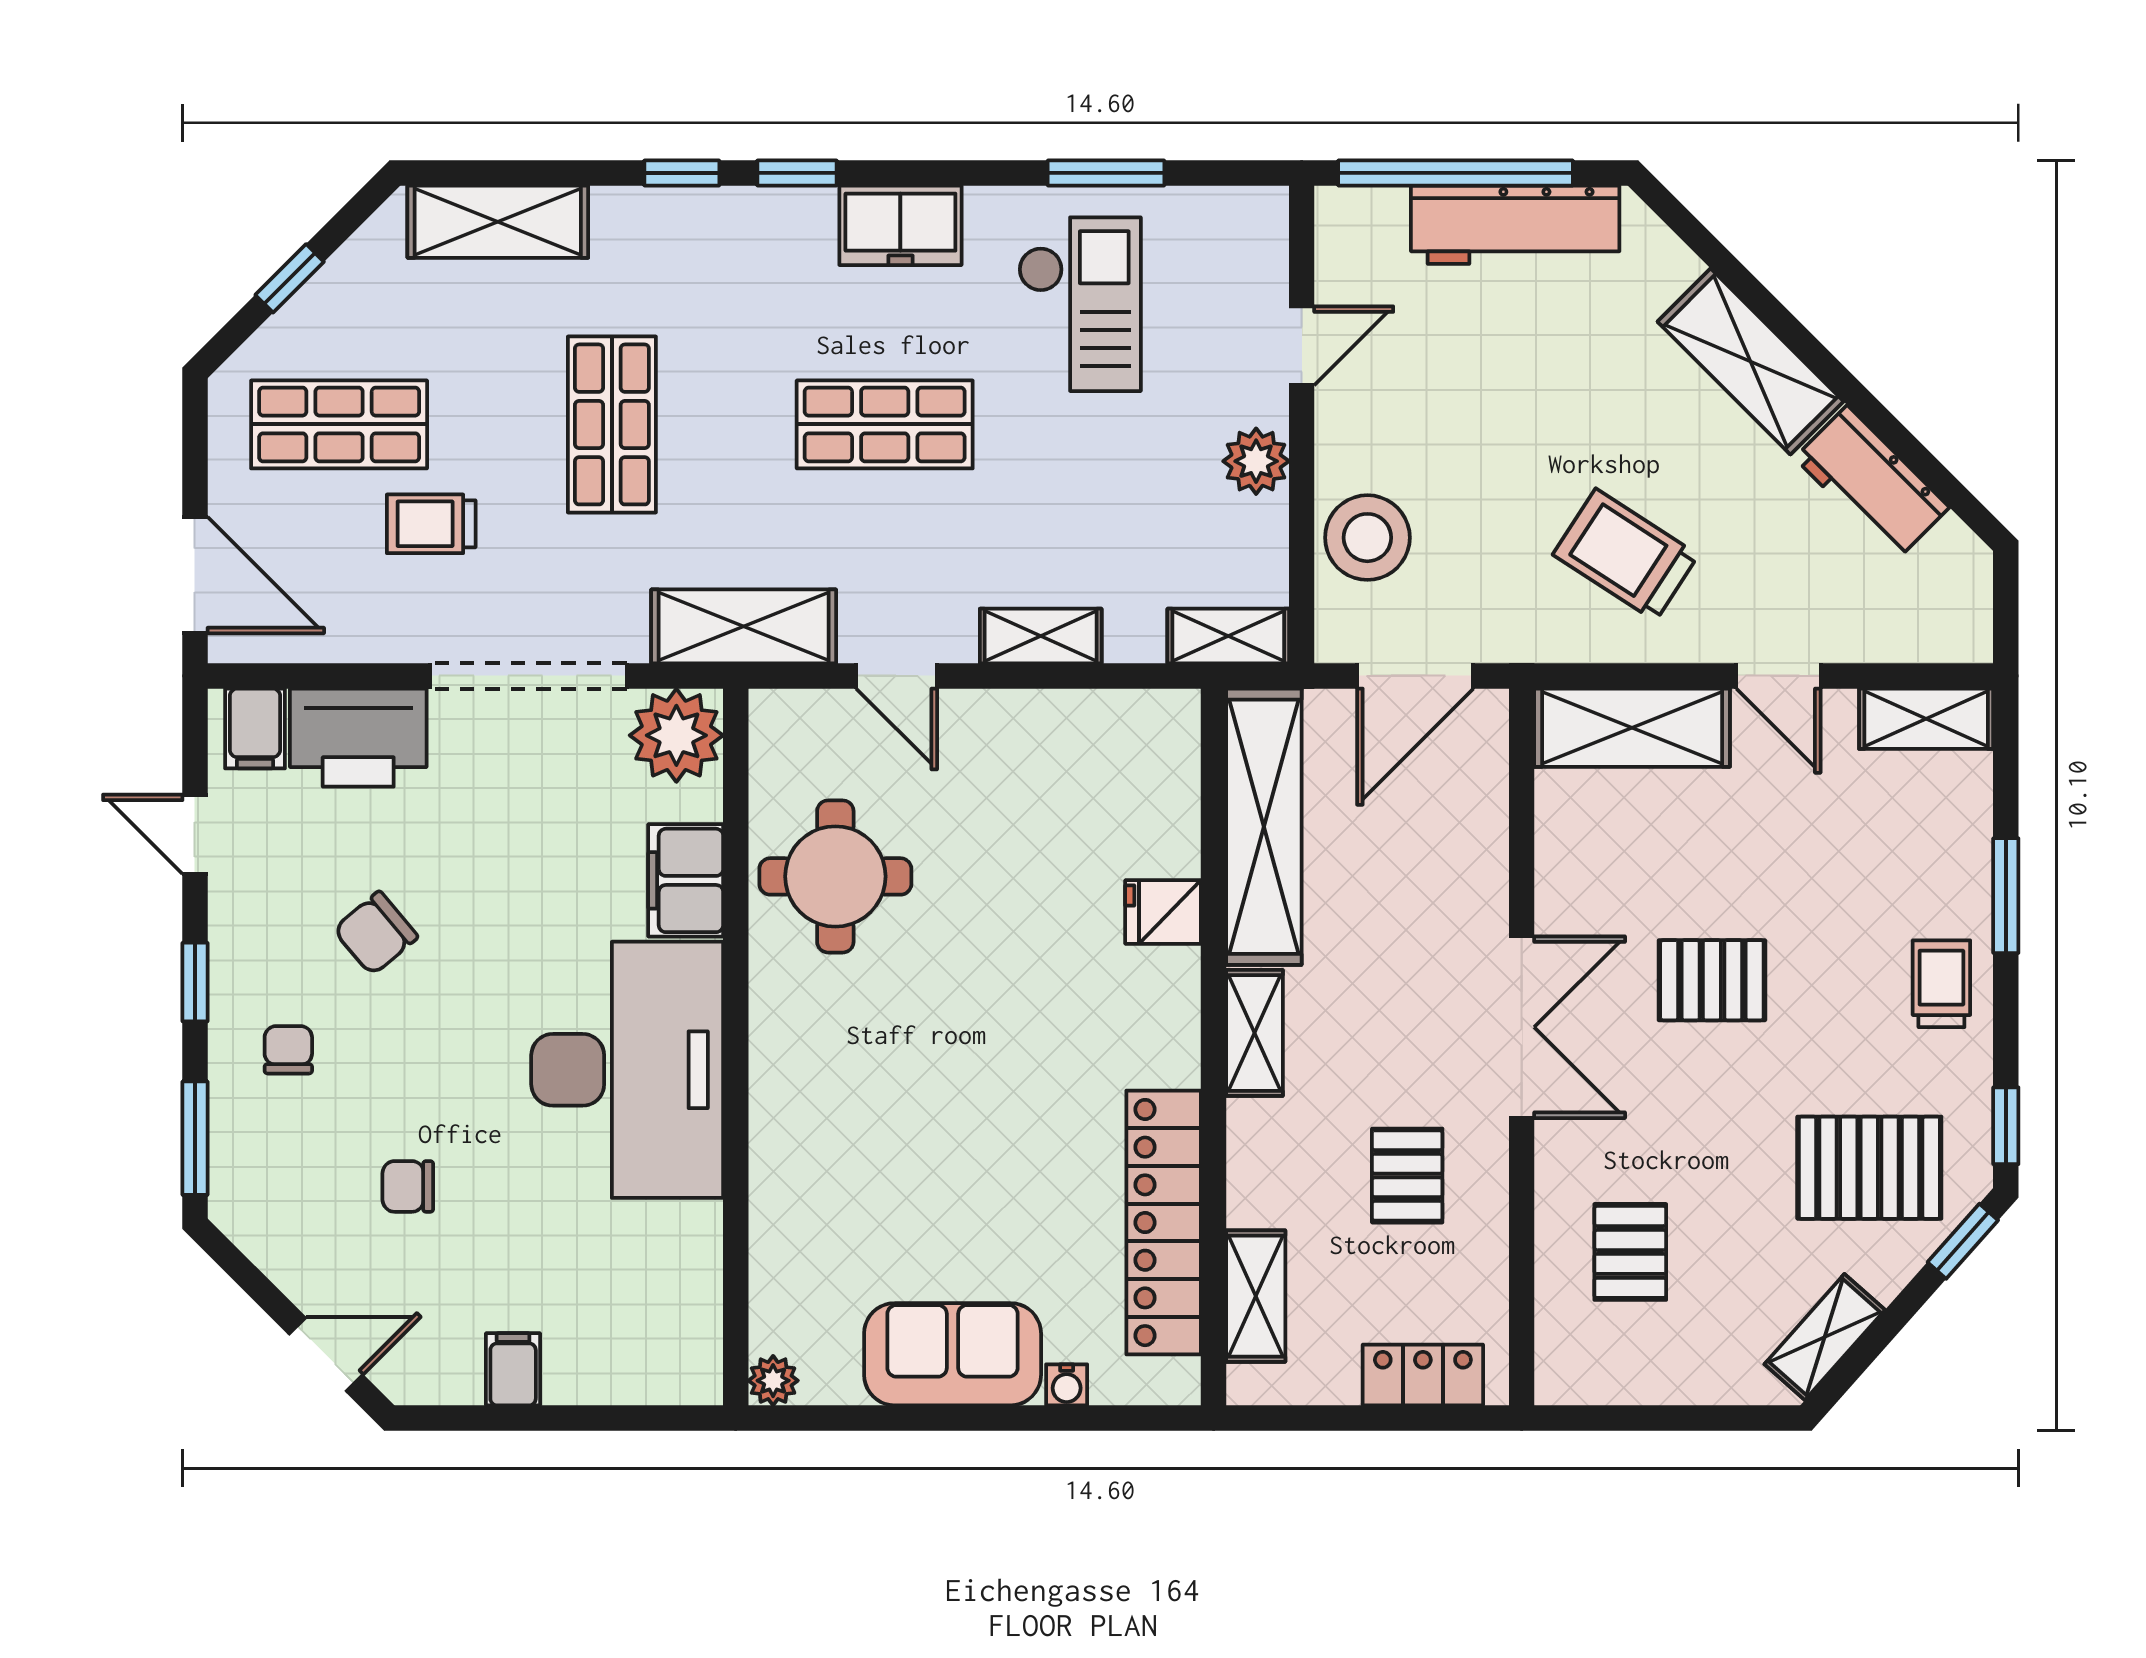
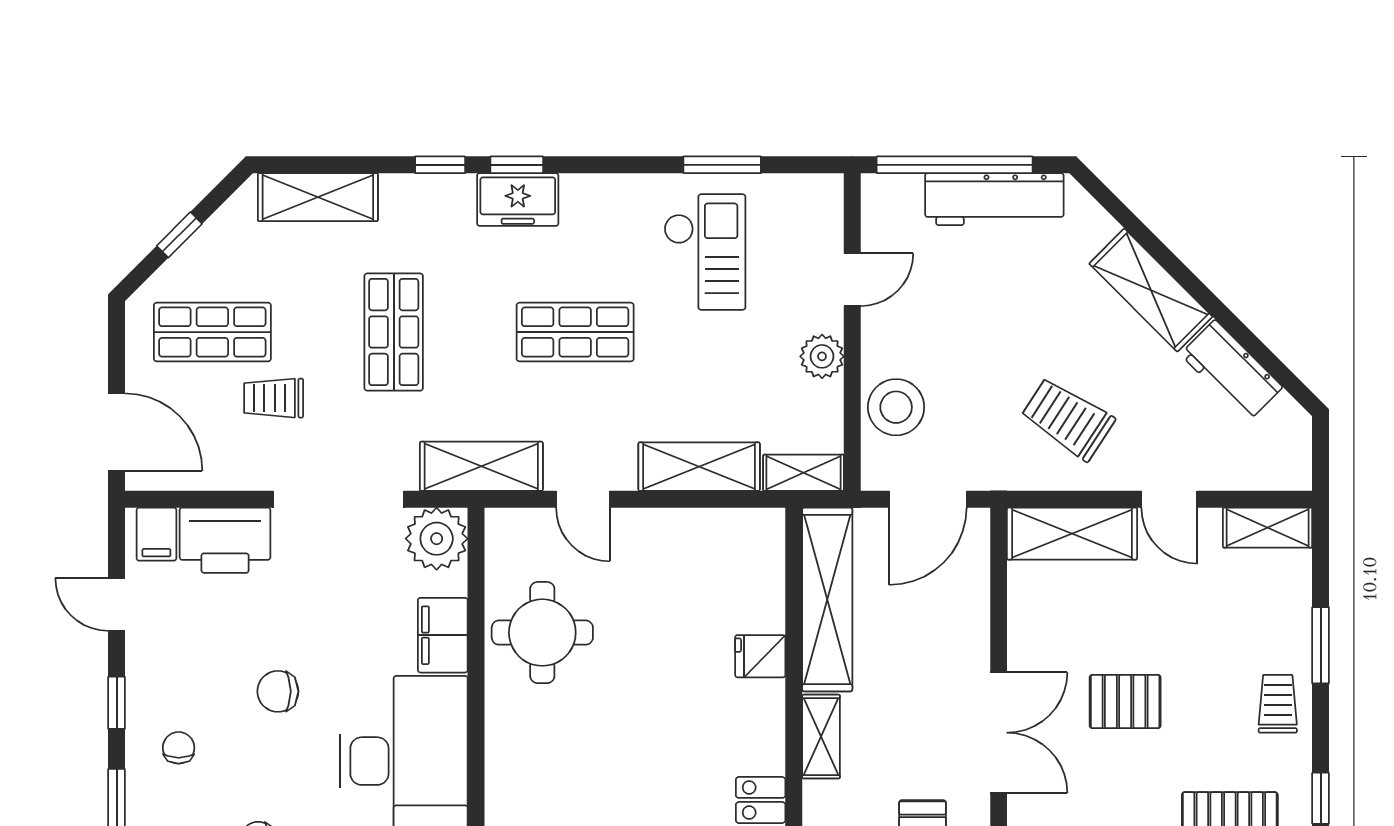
freezer: (900, 225) -> (518, 200), moved
shelving: (1041, 636) -> (699, 467), width x1.50, depth x1.33
chair: (376, 933) -> (278, 691), moved, turned 40

